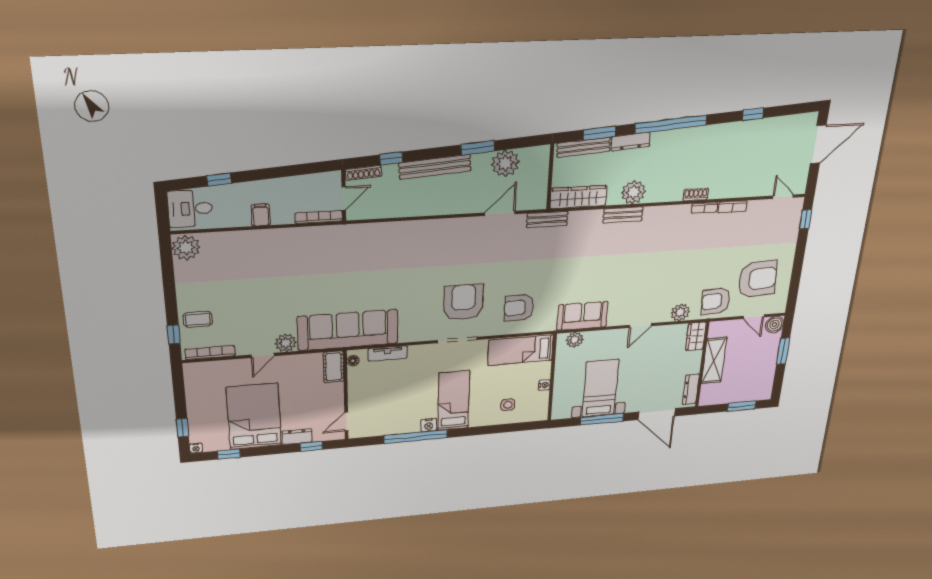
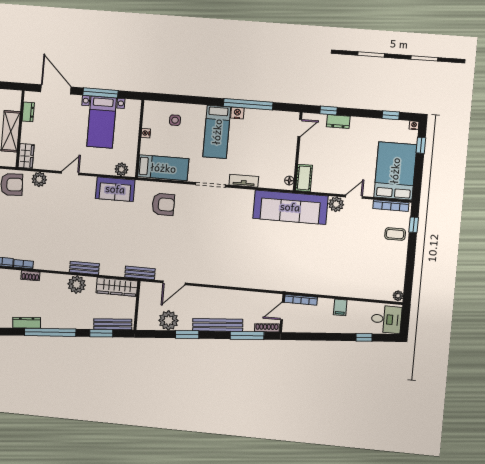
dresser: (631, 142) -> (27, 323), moved
window: (391, 158) -> (247, 336), width x2.17
plant: (186, 248) -> (398, 296), width x0.53, depth x0.53
armchair: (463, 302) -> (204, 216), removed
tv unit: (388, 353) -> (244, 181), moved
dresser: (691, 389) -> (28, 112), width x0.70
bed: (254, 417) -> (395, 171), moved, turned 180

